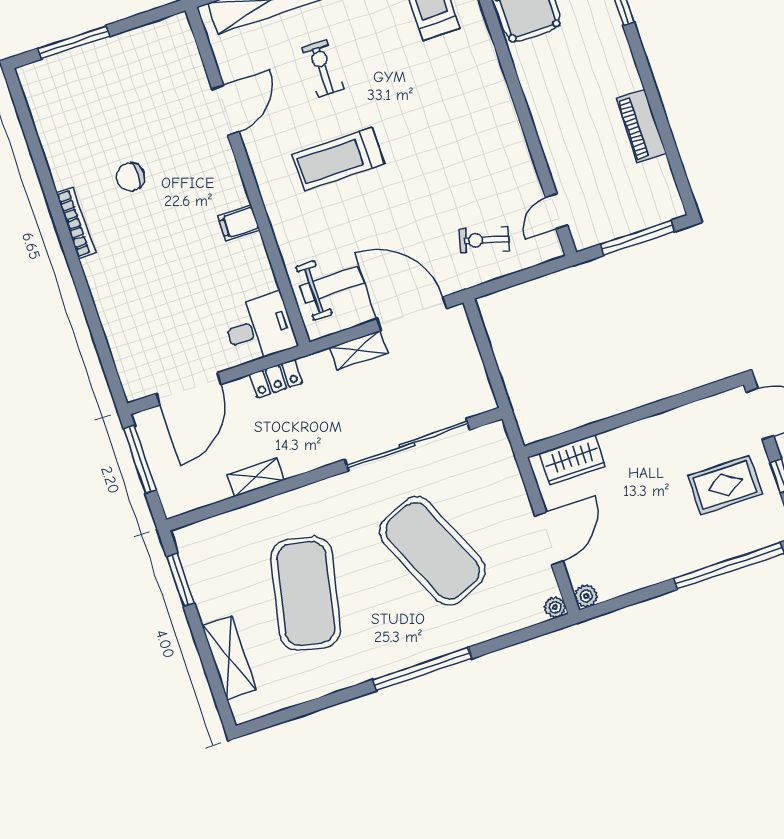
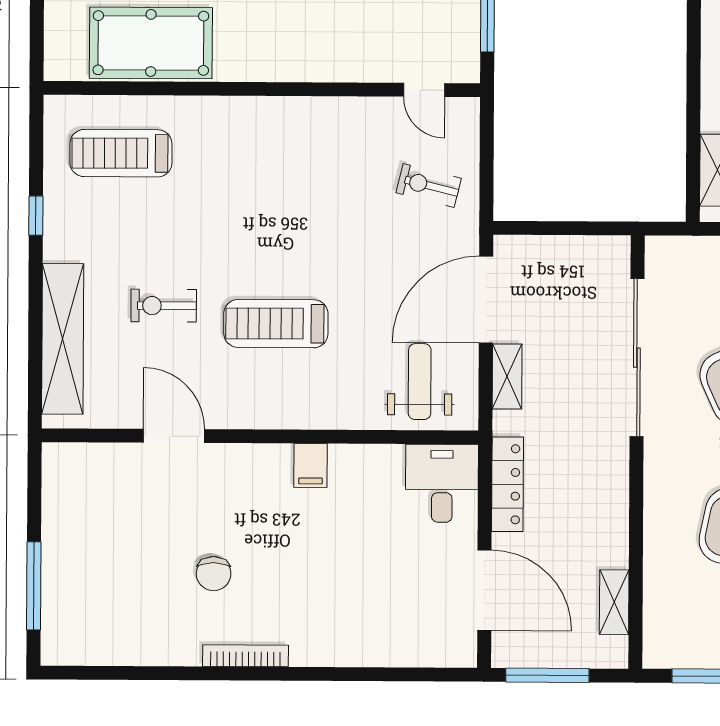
treadmill: (338, 159) -> (276, 324), turned 90
exercise bike: (484, 240) -> (429, 186), turned 88
locker: (276, 379) -> (508, 484), width x1.53
shelving: (256, 477) -> (614, 602), moved

